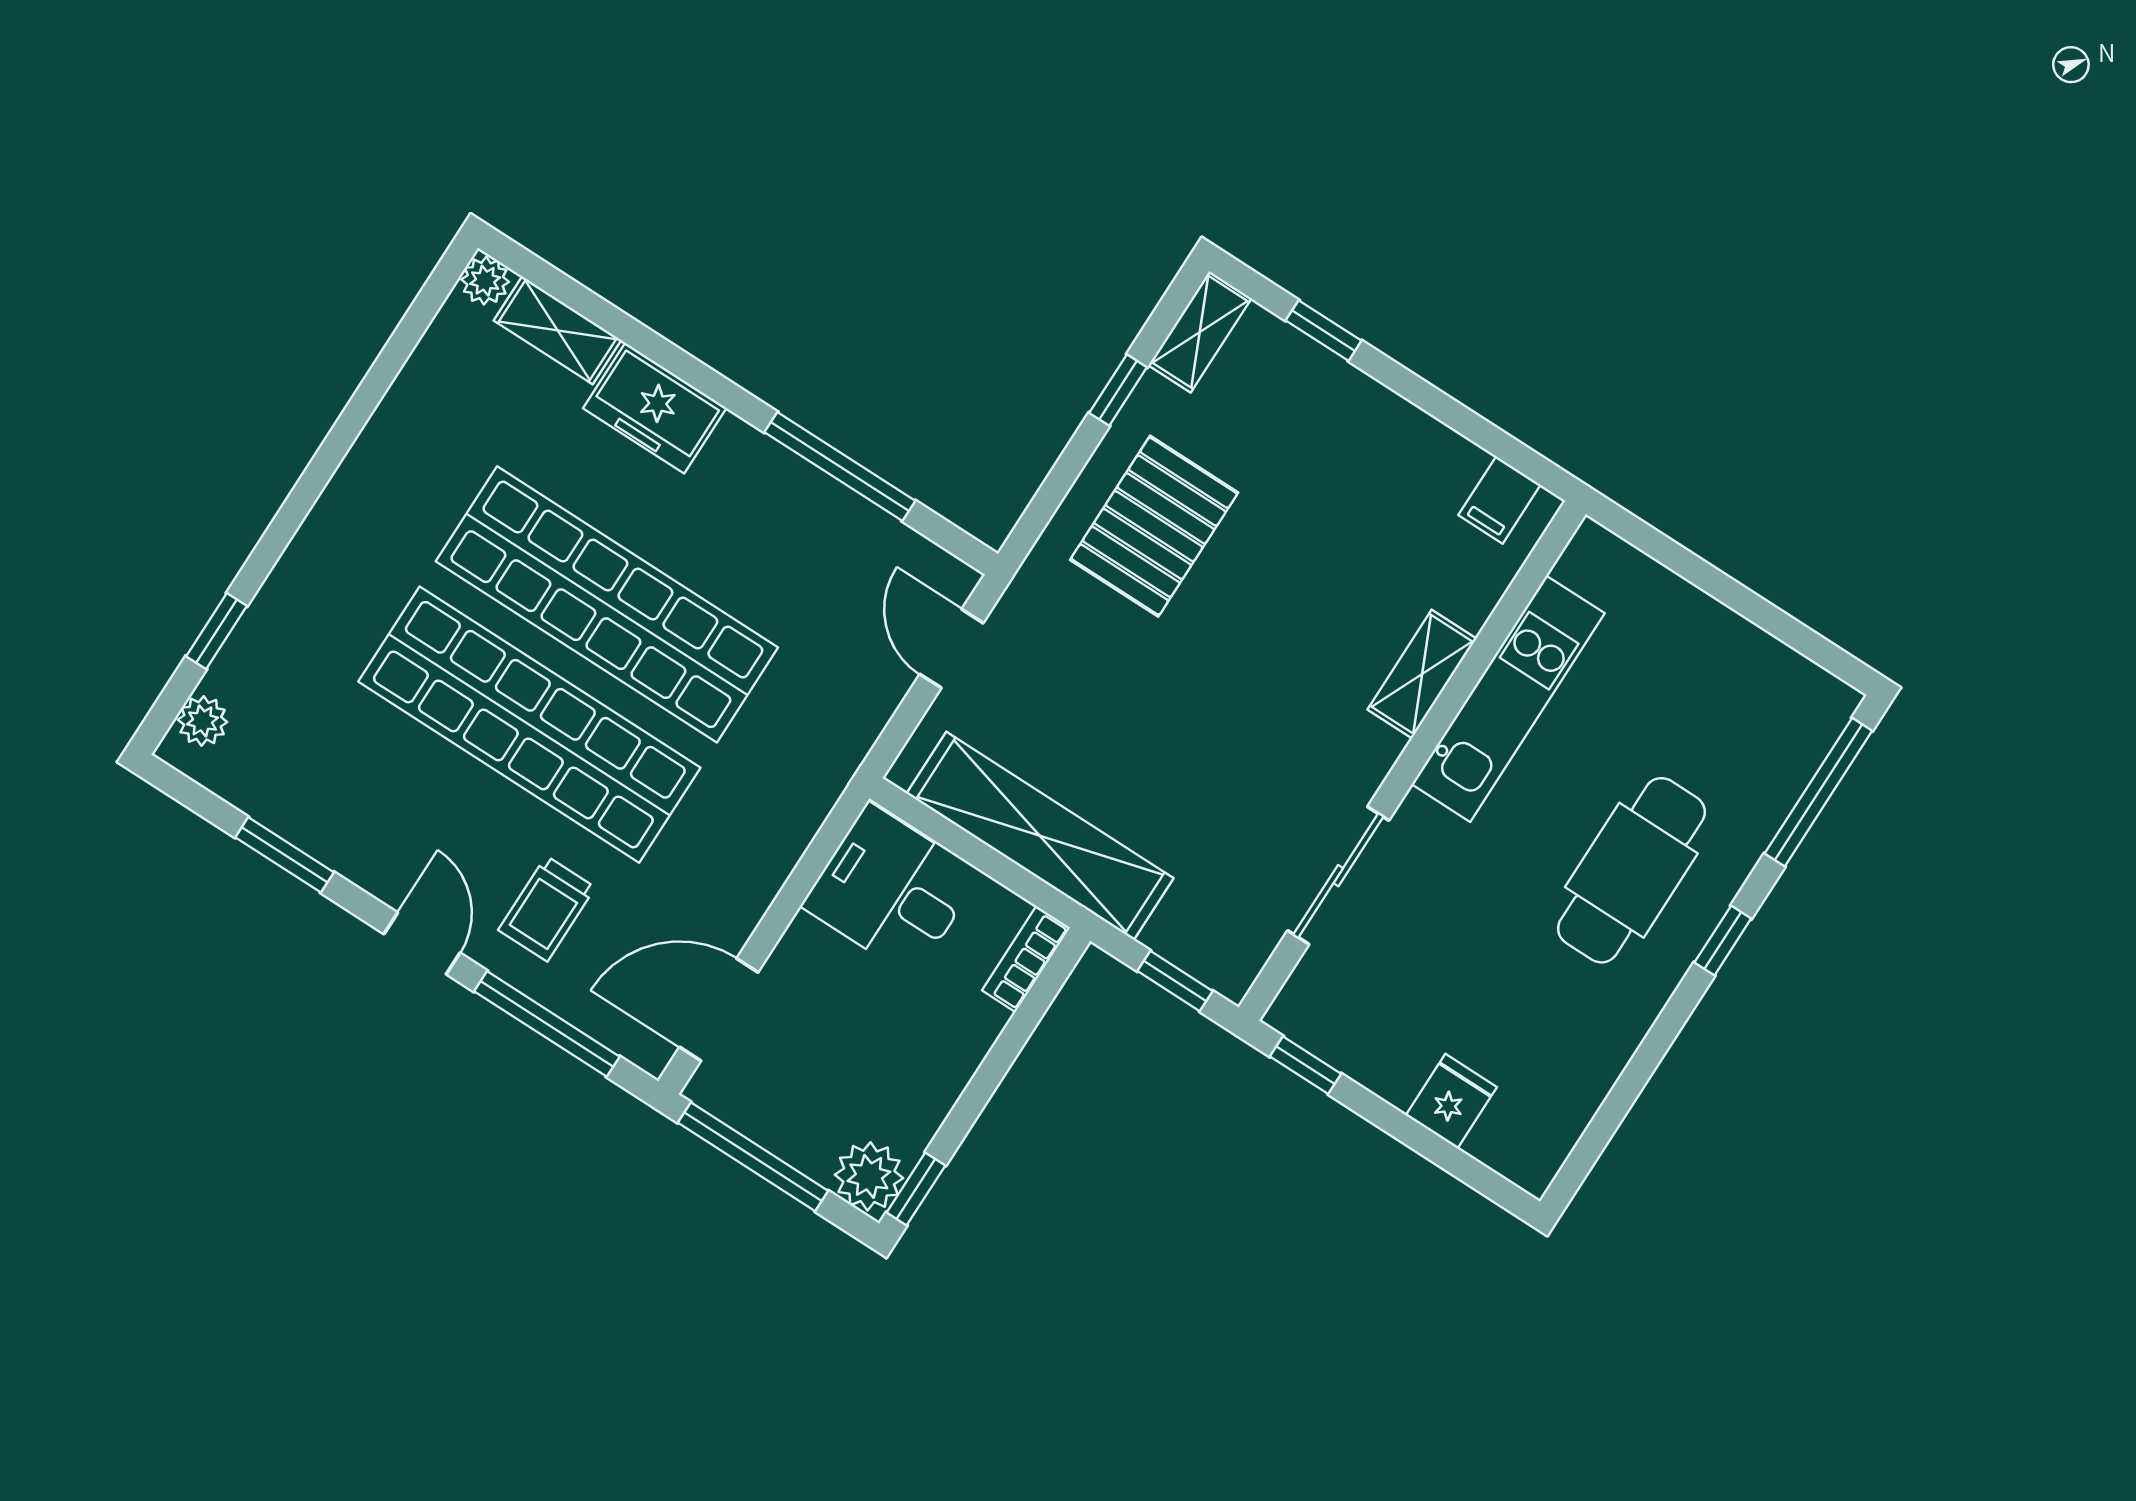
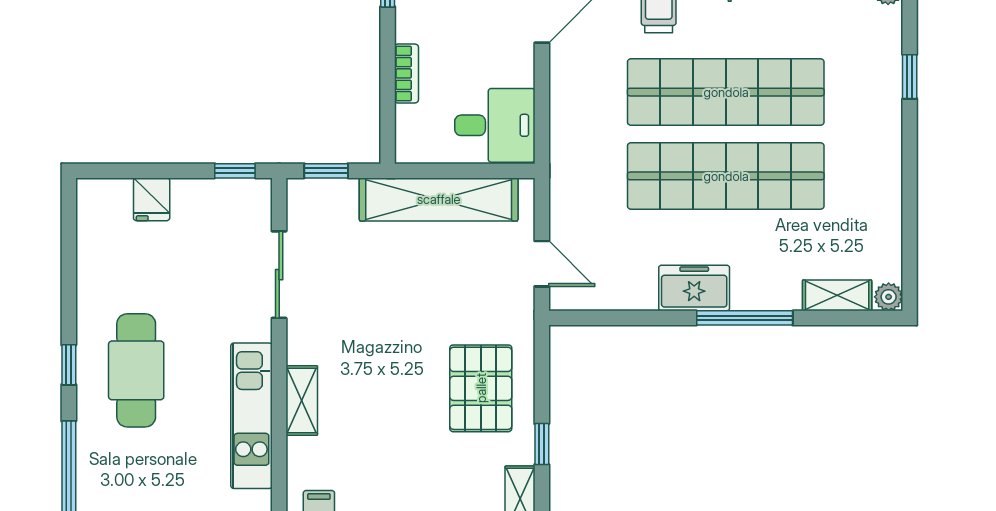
freezer: (655, 408) -> (694, 288), moved
window: (840, 467) -> (745, 318), moved
window: (217, 631) -> (910, 77), moved
bookcase: (1026, 959) -> (406, 73), moved

